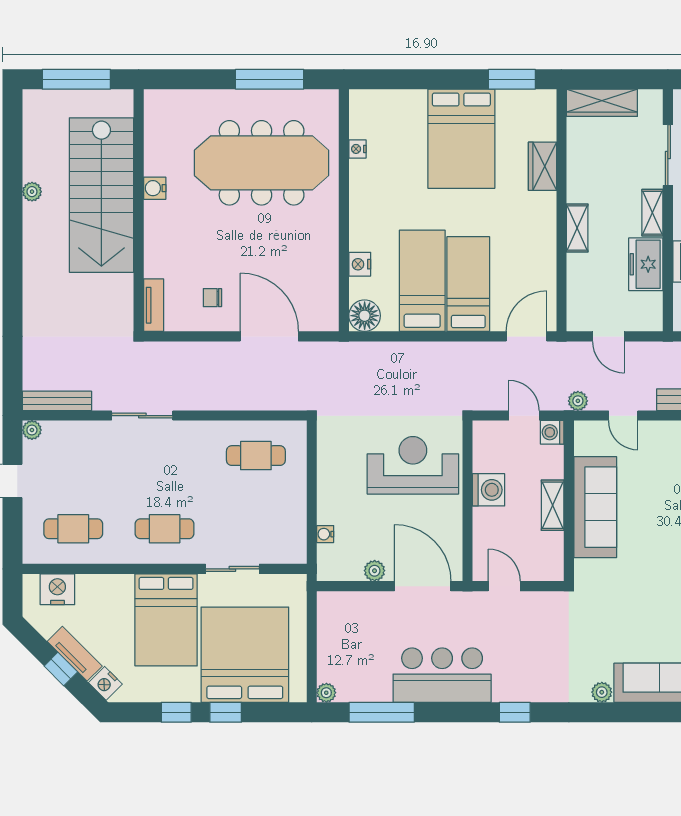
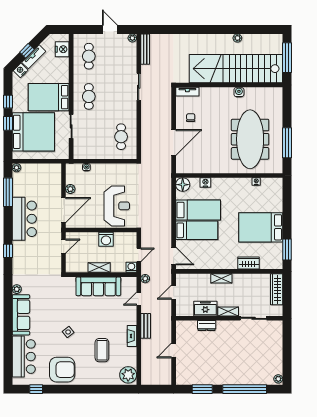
stairs: (101, 195) -> (236, 69), width x1.36

